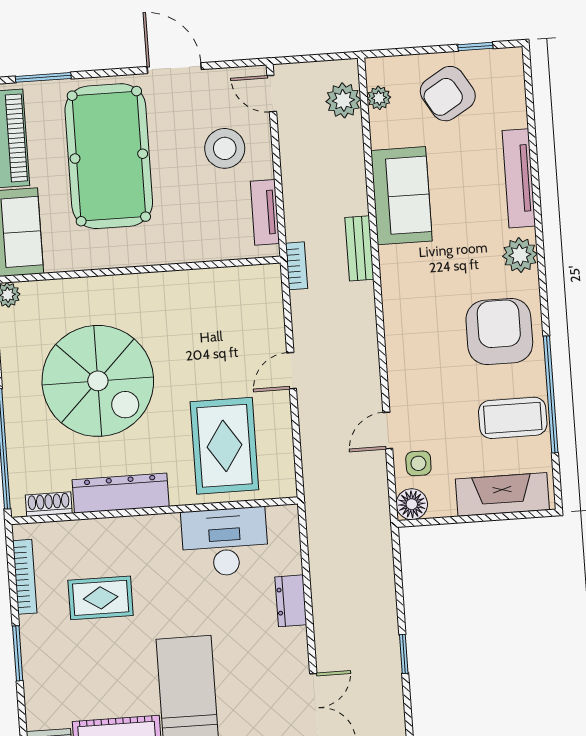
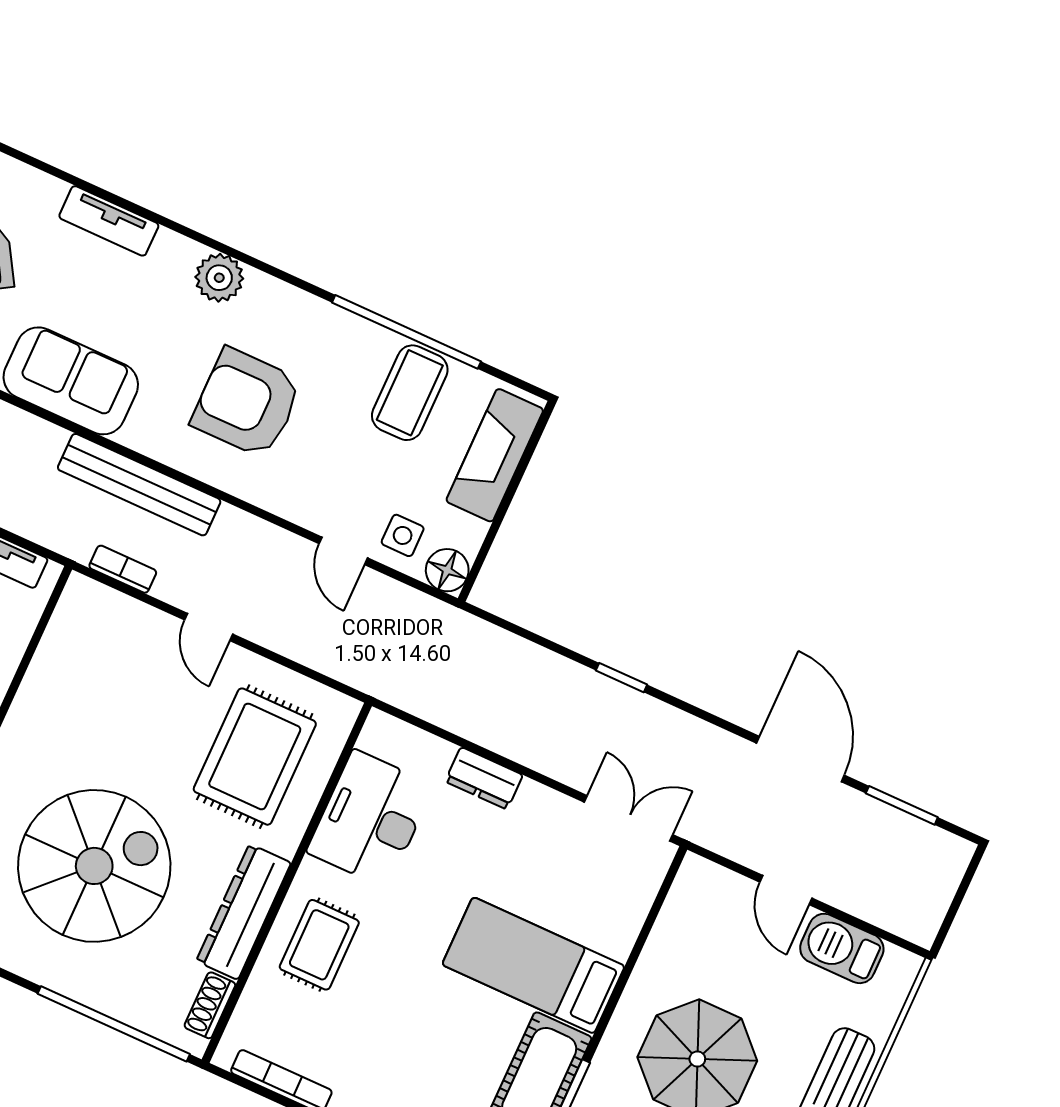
tv unit: (519, 178) -> (109, 221), width x0.71
bench: (359, 248) -> (139, 485), width x1.86, depth x1.21
bookcase: (297, 266) -> (123, 569), moved
armchair: (499, 331) -> (247, 403), moved
rug: (224, 446) -> (255, 757), turned 90
rug: (101, 598) -> (319, 945), moved

